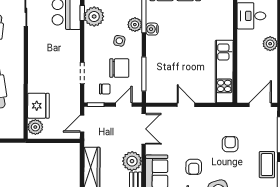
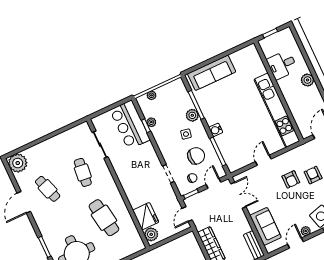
plant: (94, 16) -> (151, 122), width x0.53, depth x0.53
water cooler: (152, 29) -> (216, 130), moved
kitchen unit: (224, 71) -> (277, 110), width x1.36
door: (186, 105) -> (263, 160), hinge flipped
plant: (132, 161) -> (241, 225), removed
armchair: (194, 167) -> (291, 179), moved

